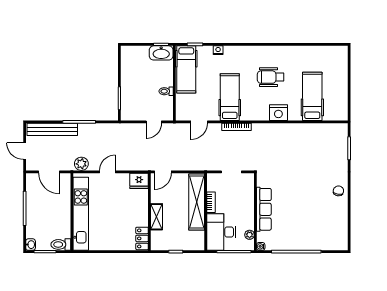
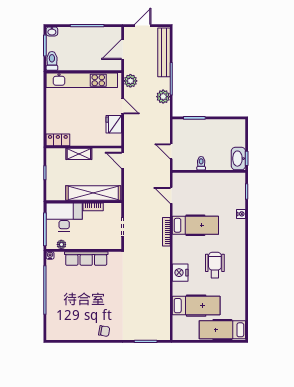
hospital bed: (186, 69) -> (222, 330), moved
plant: (98, 130) -> (163, 97), added
fridge: (139, 181) -> (114, 124), moved

